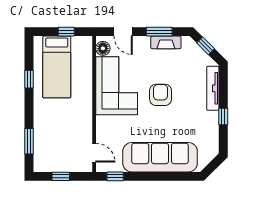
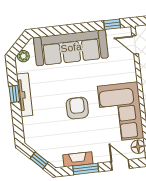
tv unit: (213, 88) -> (25, 95), moved
armchair: (161, 95) -> (77, 108), turned 180
plant: (210, 154) -> (23, 56), added

